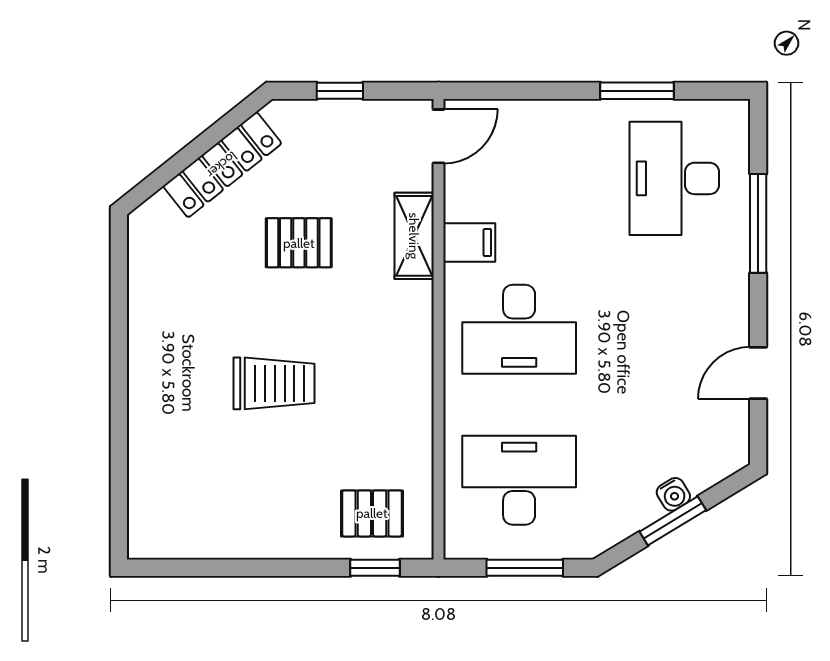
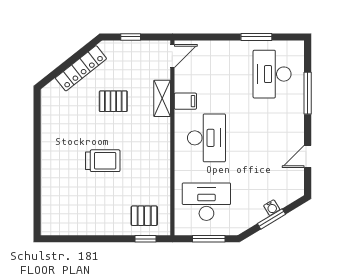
desk: (519, 329) -> (206, 138), turned -90

